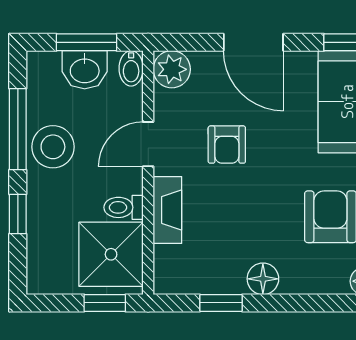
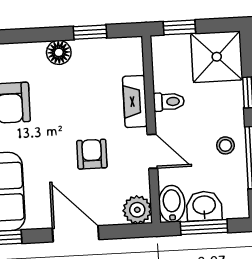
bidet: (131, 68) -> (172, 204), width x1.38, depth x1.36
door: (148, 144) -> (152, 151), hinge flipped
stool: (53, 147) -> (225, 145), width x0.53, depth x0.53
shower: (111, 254) -> (217, 57), moved

